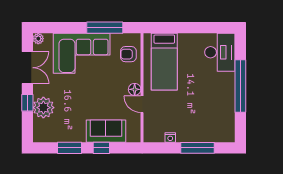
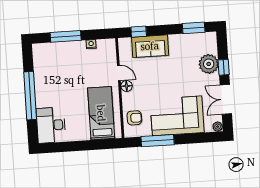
window: (69, 148) -> (194, 28), moved
window: (101, 148) -> (139, 32), moved

